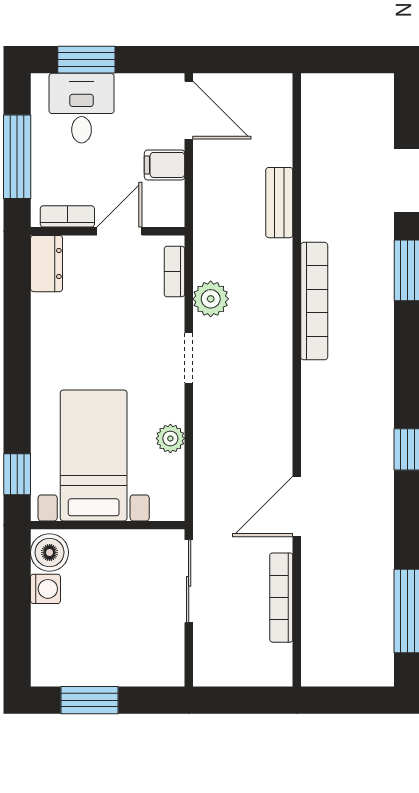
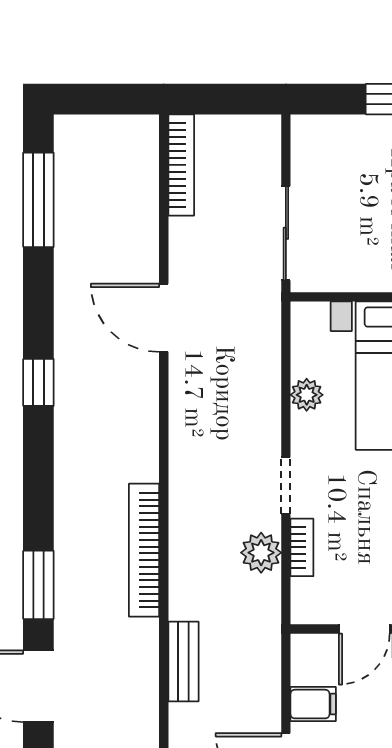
bookcase: (174, 272) -> (302, 547), moved
door: (297, 507) -> (164, 318), swing flipped
bookcase: (281, 598) -> (181, 165), moved

